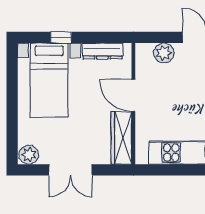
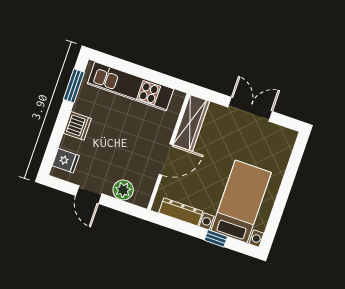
door: (133, 95) -> (166, 160), hinge flipped
plant: (29, 155) -> (285, 137), removed

